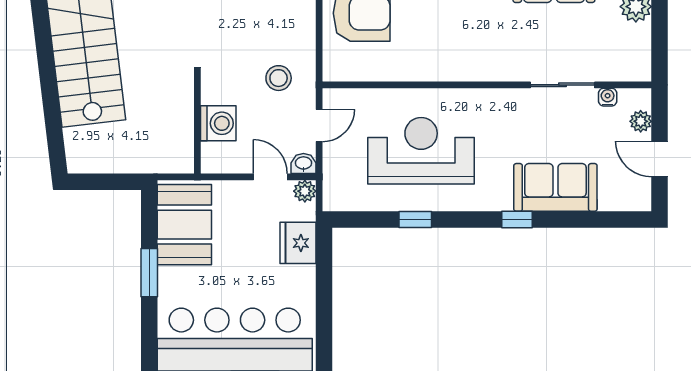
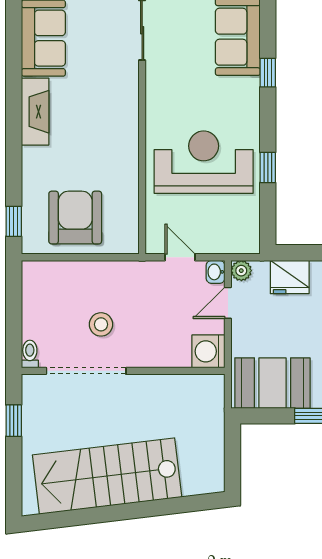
stool: (279, 78) -> (101, 324), moved
washing machine: (218, 123) -> (208, 351), moved, turned -90
reception desk: (421, 151) -> (204, 162), turned 90

